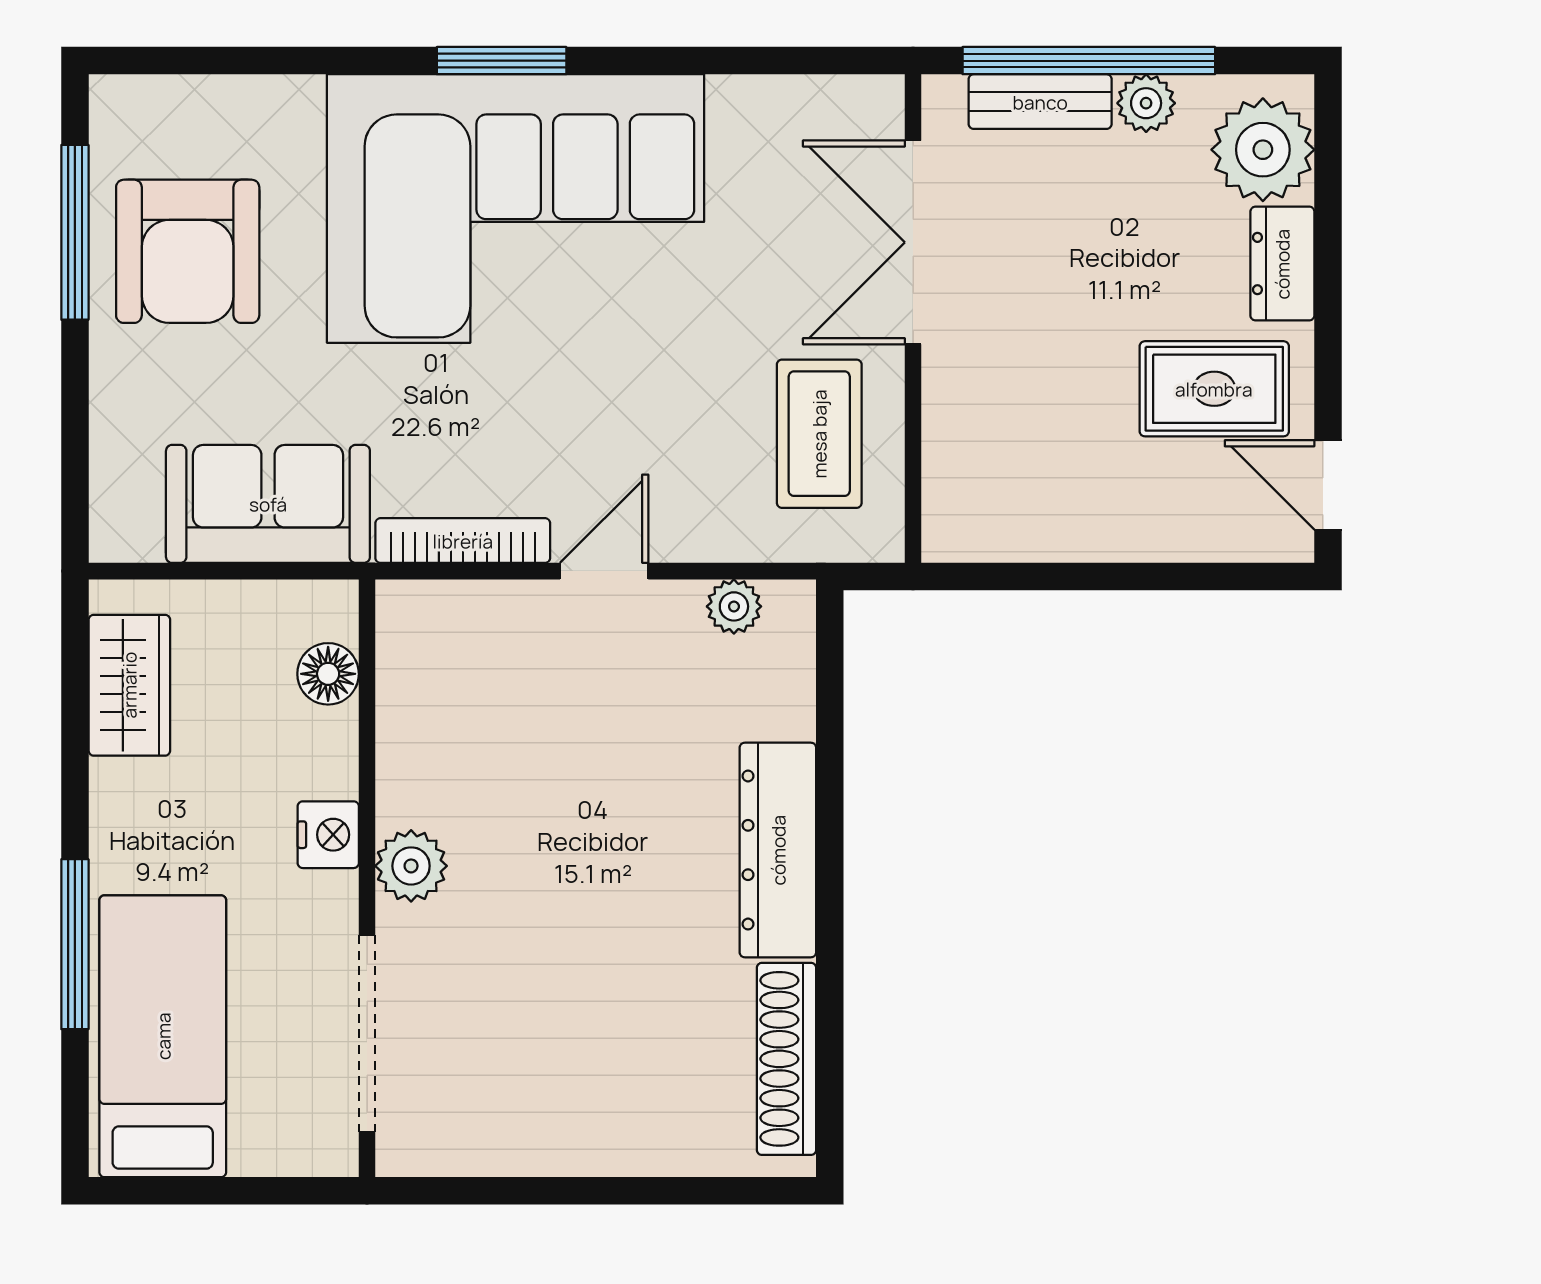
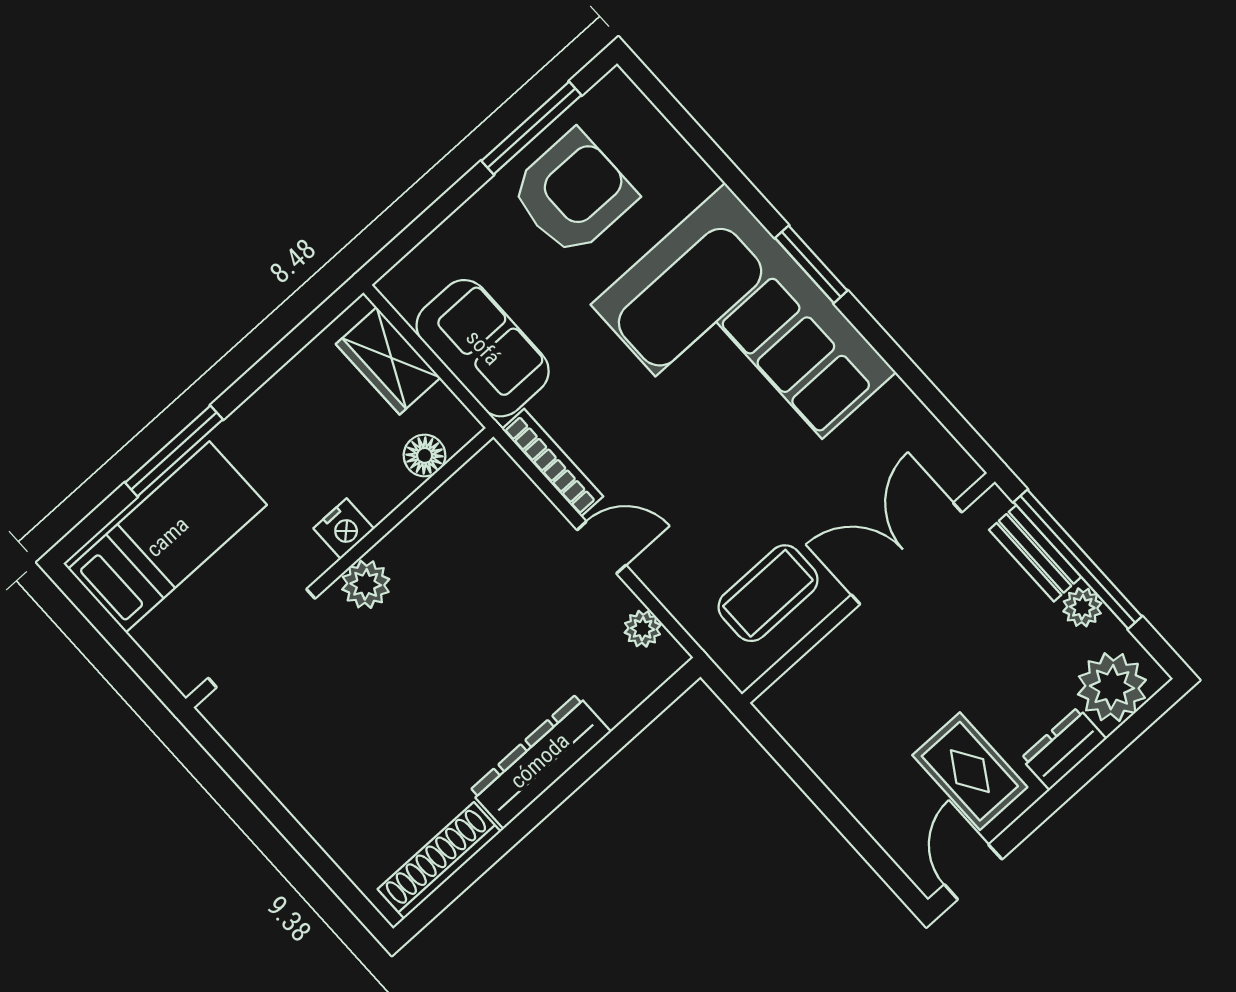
armchair: (188, 251) -> (573, 193), turned 180
wardrobe: (129, 685) -> (388, 361), moved, turned 90

